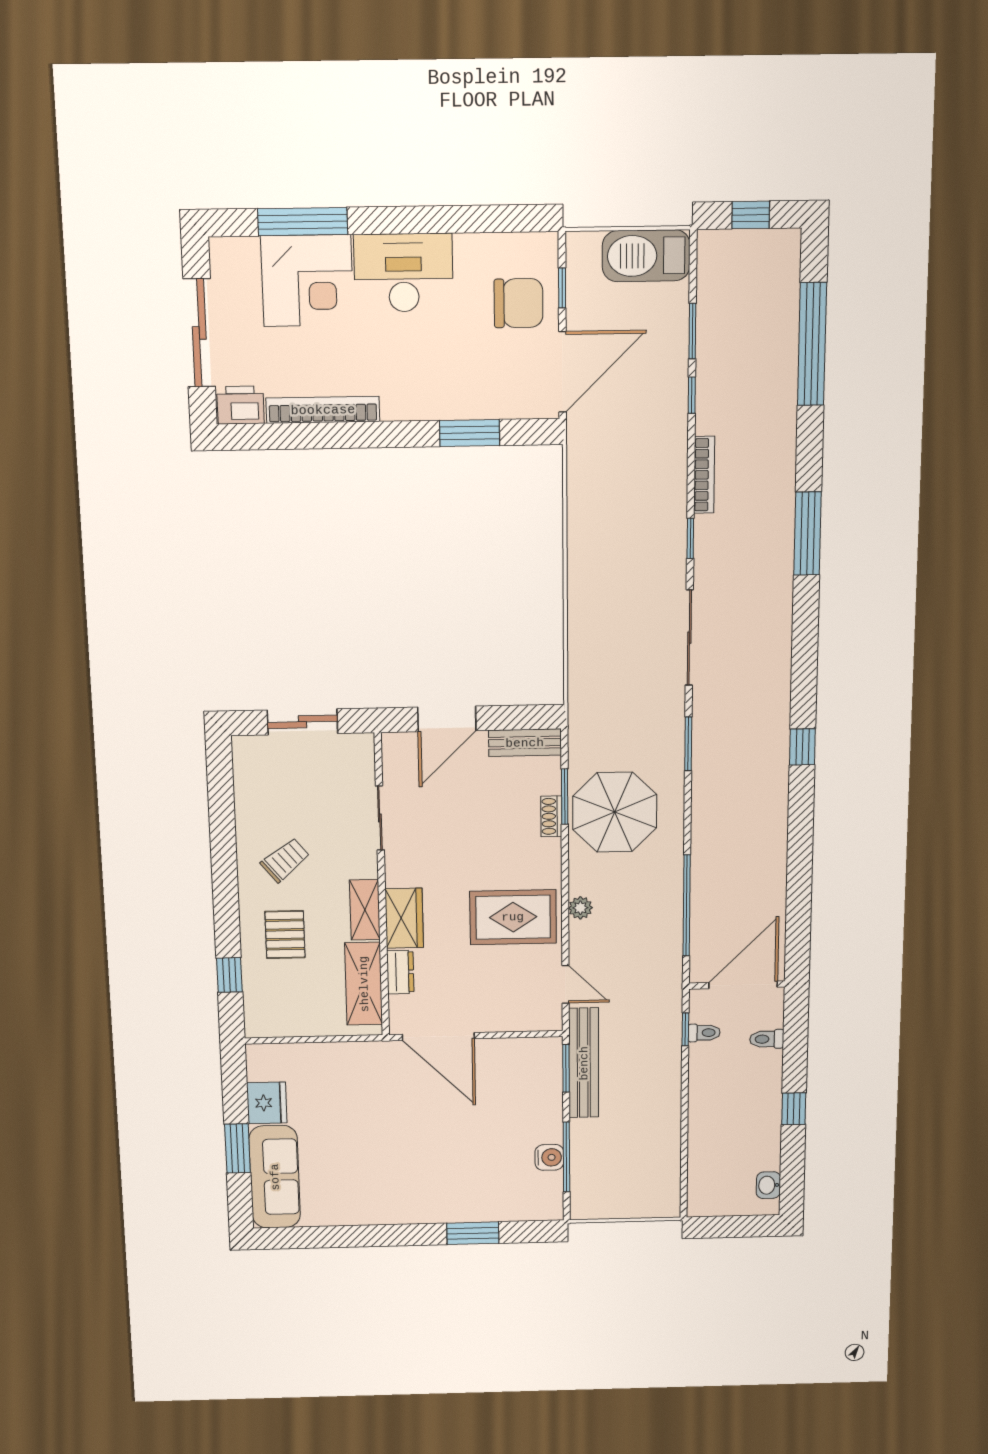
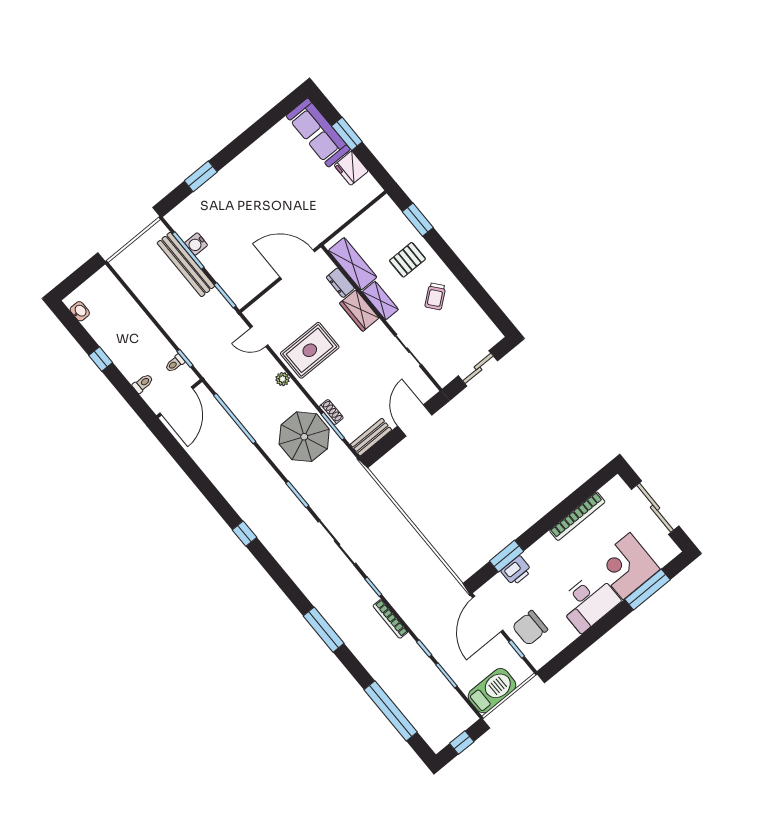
printer: (240, 405) -> (516, 571), moved
pallet: (285, 935) -> (407, 260), turned 90
window: (229, 975) -> (418, 220), width x1.50
bench: (584, 1063) -> (186, 264), moved

